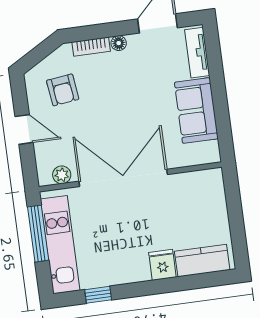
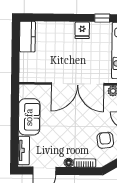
kitchen counter: (202, 261) -> (27, 37), moved, turned -90
fridge: (162, 265) -> (82, 30), moved

